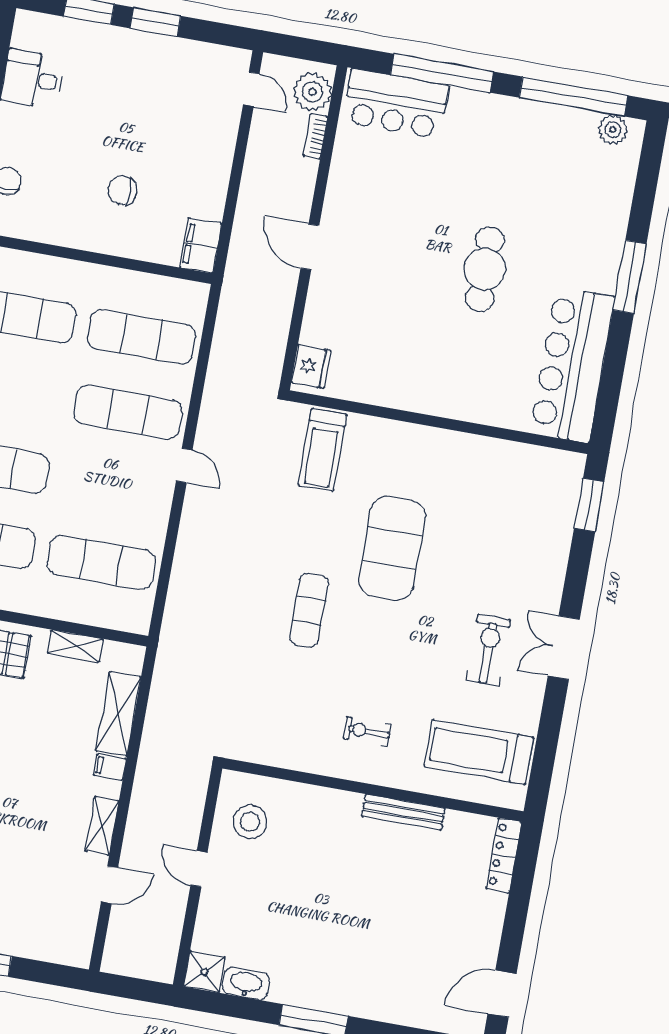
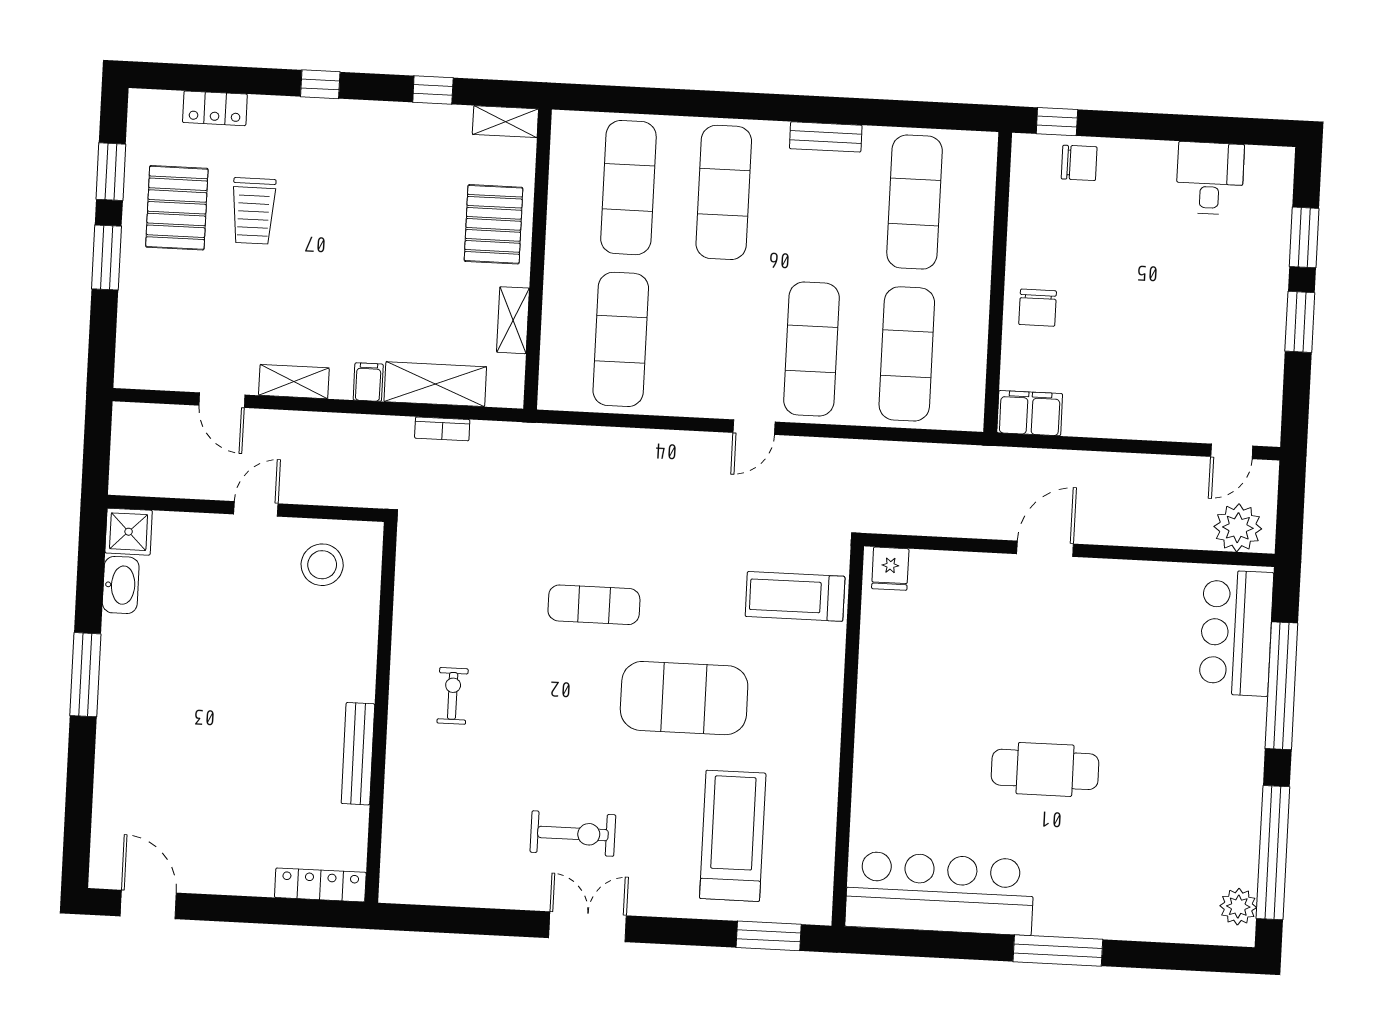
bookcase: (315, 136) -> (442, 429), moved, turned 180
chair: (122, 190) -> (1038, 308), moved, turned 180
fridge: (311, 366) -> (890, 569), width x0.72
treadmill: (479, 752) -> (733, 836), moved

